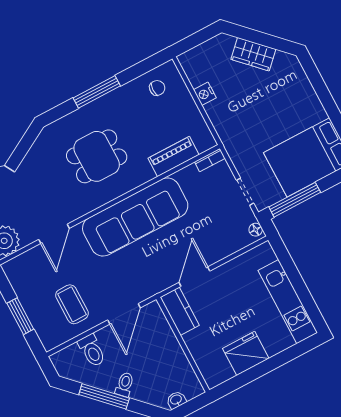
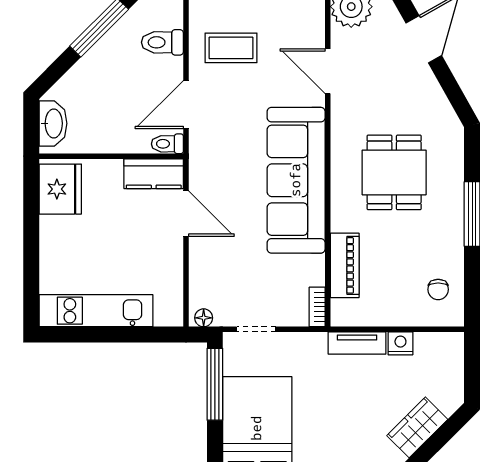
tv unit: (219, 122) -> (357, 343), added
door: (124, 314) -> (186, 105), hinge flipped
fridge: (246, 353) -> (60, 189), moved
toilet: (125, 384) -> (167, 144), moved, turned 135
washbasin: (176, 400) -> (53, 123), width x1.91, depth x1.45

